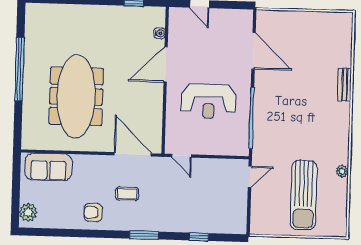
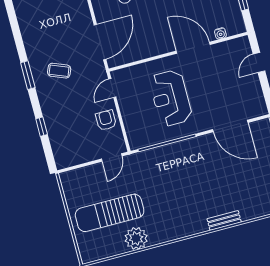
door: (254, 51) -> (230, 126), hinge flipped
plant: (342, 171) -> (136, 238), width x1.88, depth x1.88
door: (250, 177) -> (112, 158), hinge flipped
coffee table: (127, 194) -> (59, 71), moved, turned -68
armchair: (93, 212) -> (106, 120), moved

